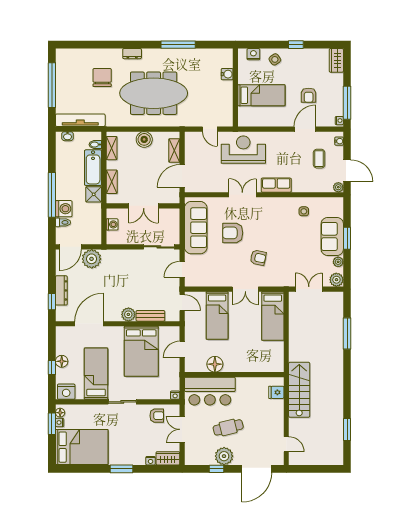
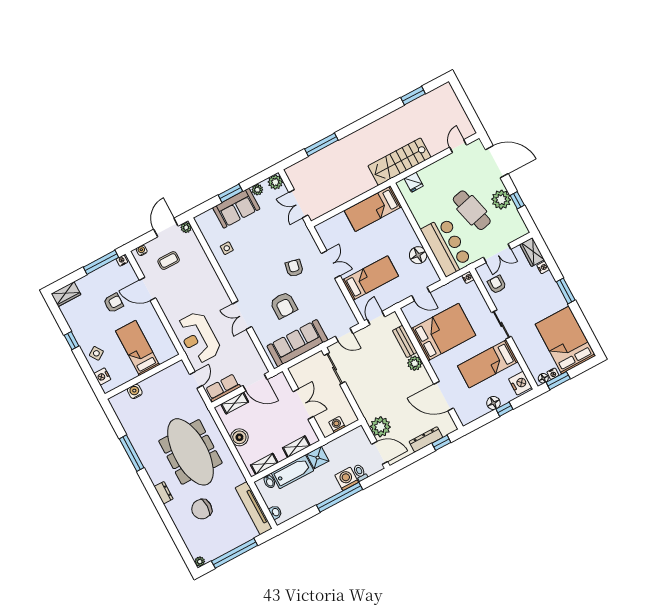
plant: (60, 53) -> (200, 562), added
row of seats: (276, 185) -> (223, 388), moved, turned 90
bed: (273, 316) -> (373, 209), moved, turned 180
cafe table: (228, 427) -> (472, 210), width x1.37, depth x1.35

